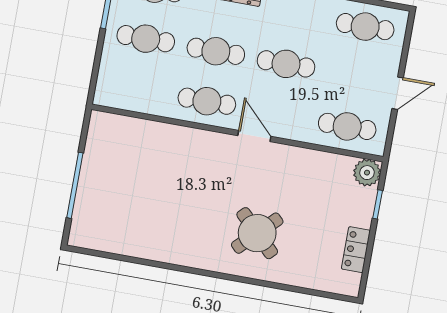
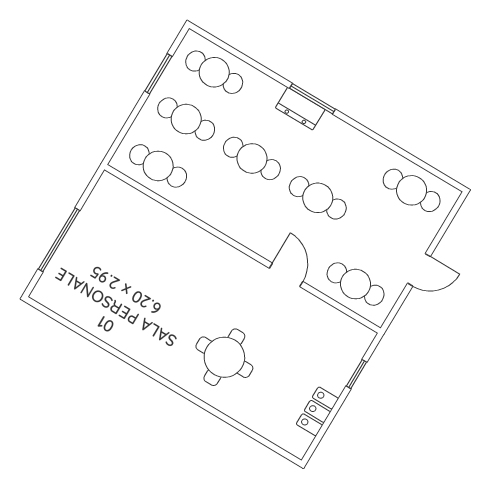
cafe table: (207, 101) -> (158, 166), moved
door: (254, 136) -> (286, 275), moved
plant: (367, 173) -> (358, 338), removed
round table: (257, 233) -> (224, 357), turned 45

